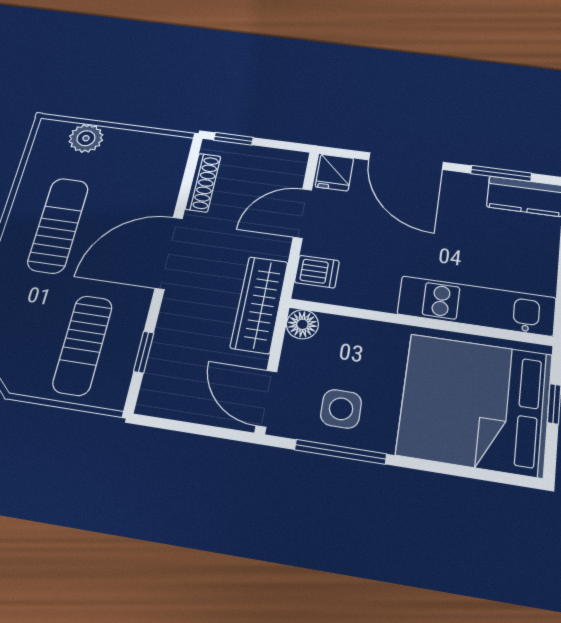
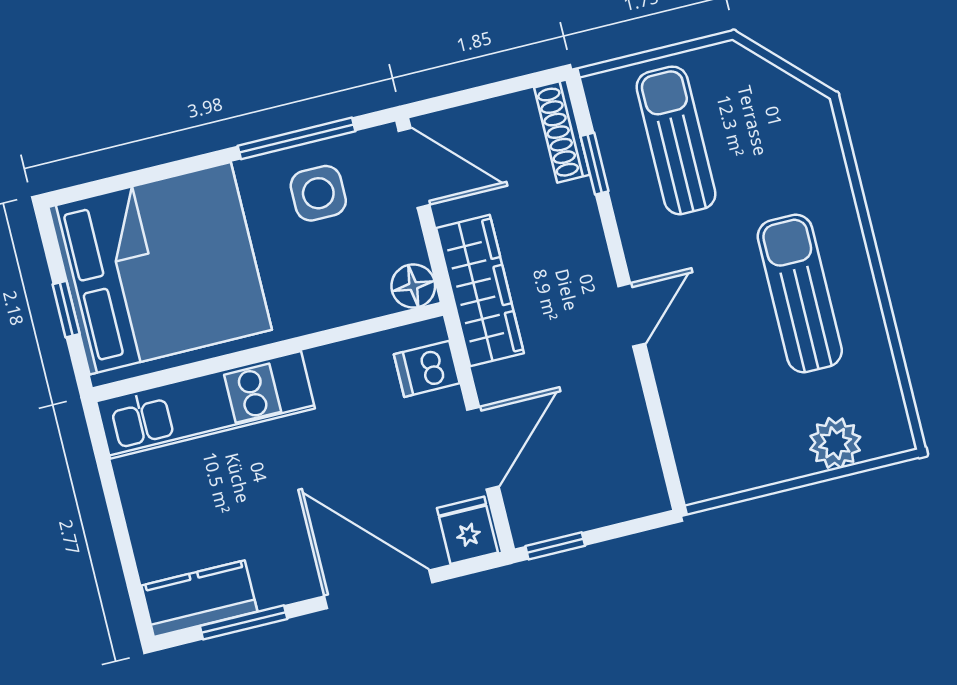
window: (233, 139) -> (555, 546), moved
shoe rack: (203, 183) -> (562, 131), moved
sun lounger: (58, 225) -> (800, 293), turned 180
door: (169, 253) -> (632, 315), width x0.53

